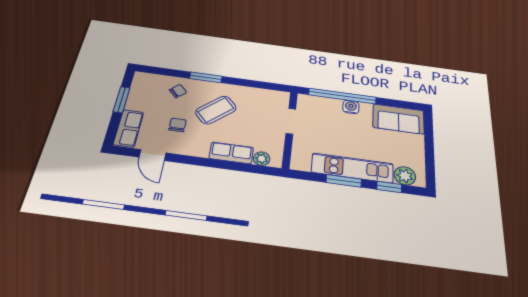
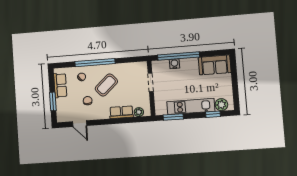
window: (206, 77) -> (95, 63), width x2.11
window: (122, 100) -> (53, 101), moved
water cooler: (351, 107) -> (175, 64), moved
row of seats: (128, 128) -> (60, 85), moved
window: (344, 181) -> (173, 117), moved

